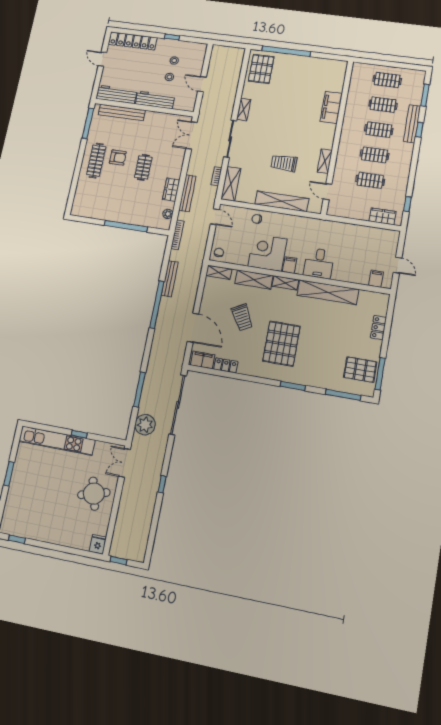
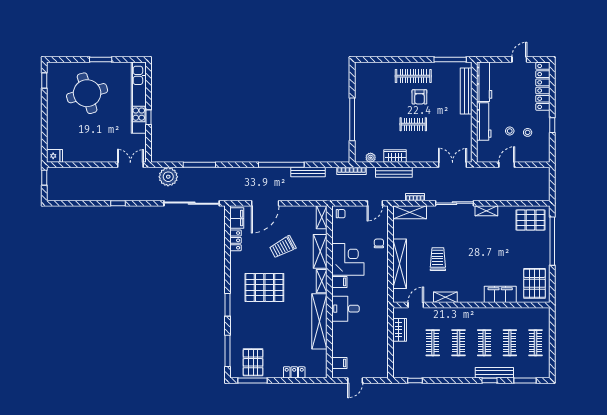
pallet: (326, 73) -> (535, 283), added
wardrobe: (383, 216) -> (400, 330), moved
round table: (94, 494) -> (87, 93), moved, width x1.36, depth x1.36

